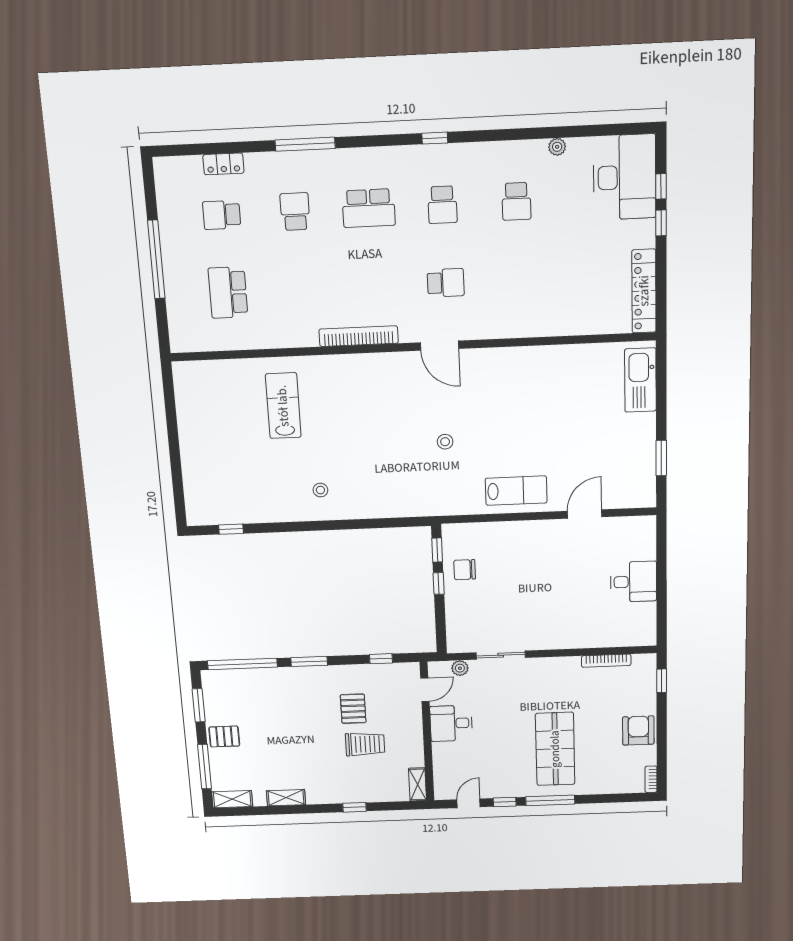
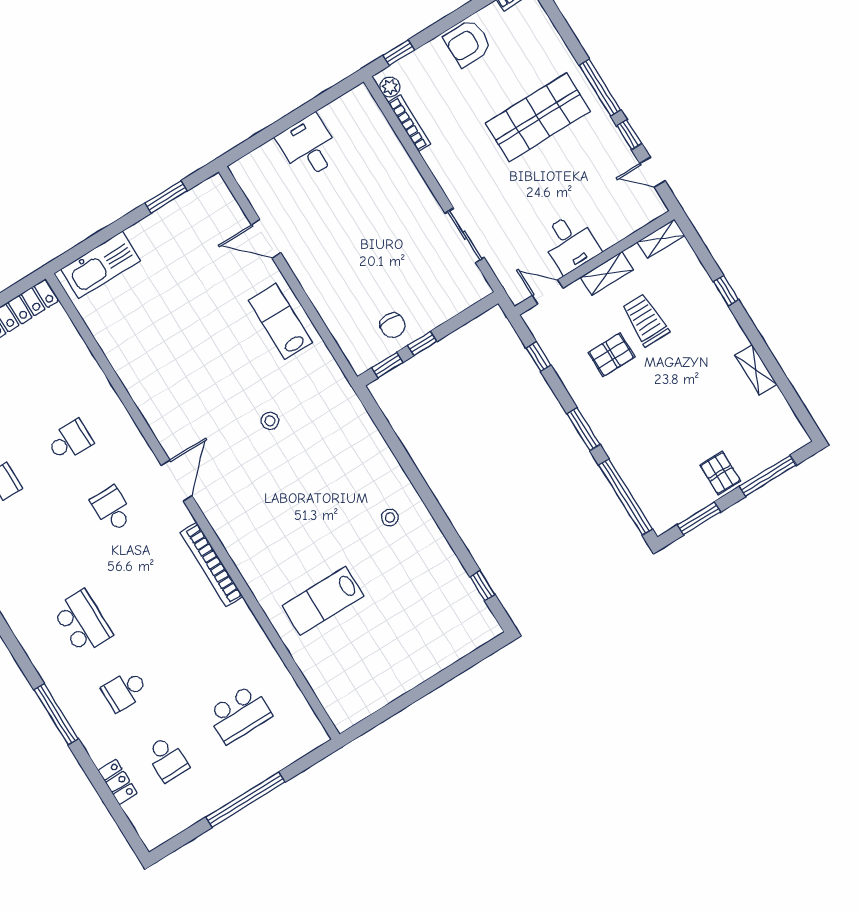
school desk: (442, 205) -> (70, 441), moved
plant: (460, 668) -> (390, 87), moved
shelving: (232, 799) -> (607, 274), moved, turned 90

